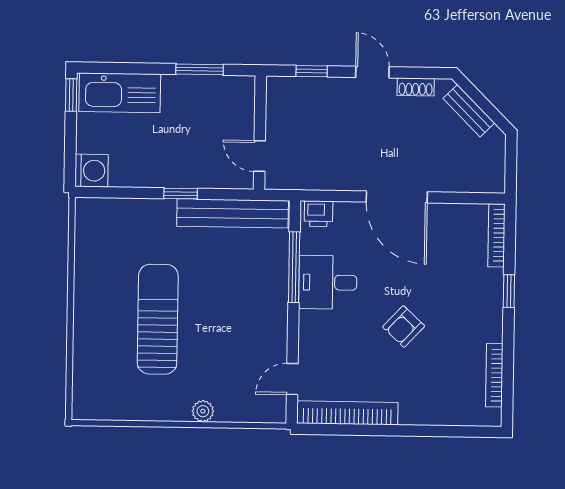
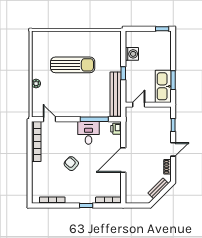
kitchen sink: (120, 93) -> (163, 86), moved
washing machine: (92, 171) -> (132, 54), moved, turned -90

